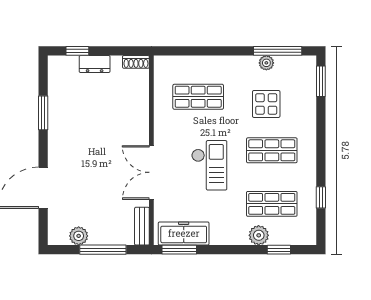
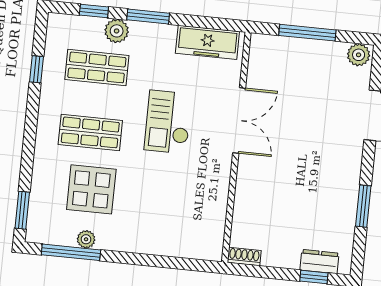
dresser: (95, 64) -> (319, 262), moved
shop shelf: (198, 97) -> (173, 207), removed
display table: (266, 104) -> (91, 189), width x1.36, depth x1.36
bench: (142, 226) -> (257, 56), removed
plant: (79, 236) -> (359, 55), moved
window: (179, 250) -> (148, 16), moved

